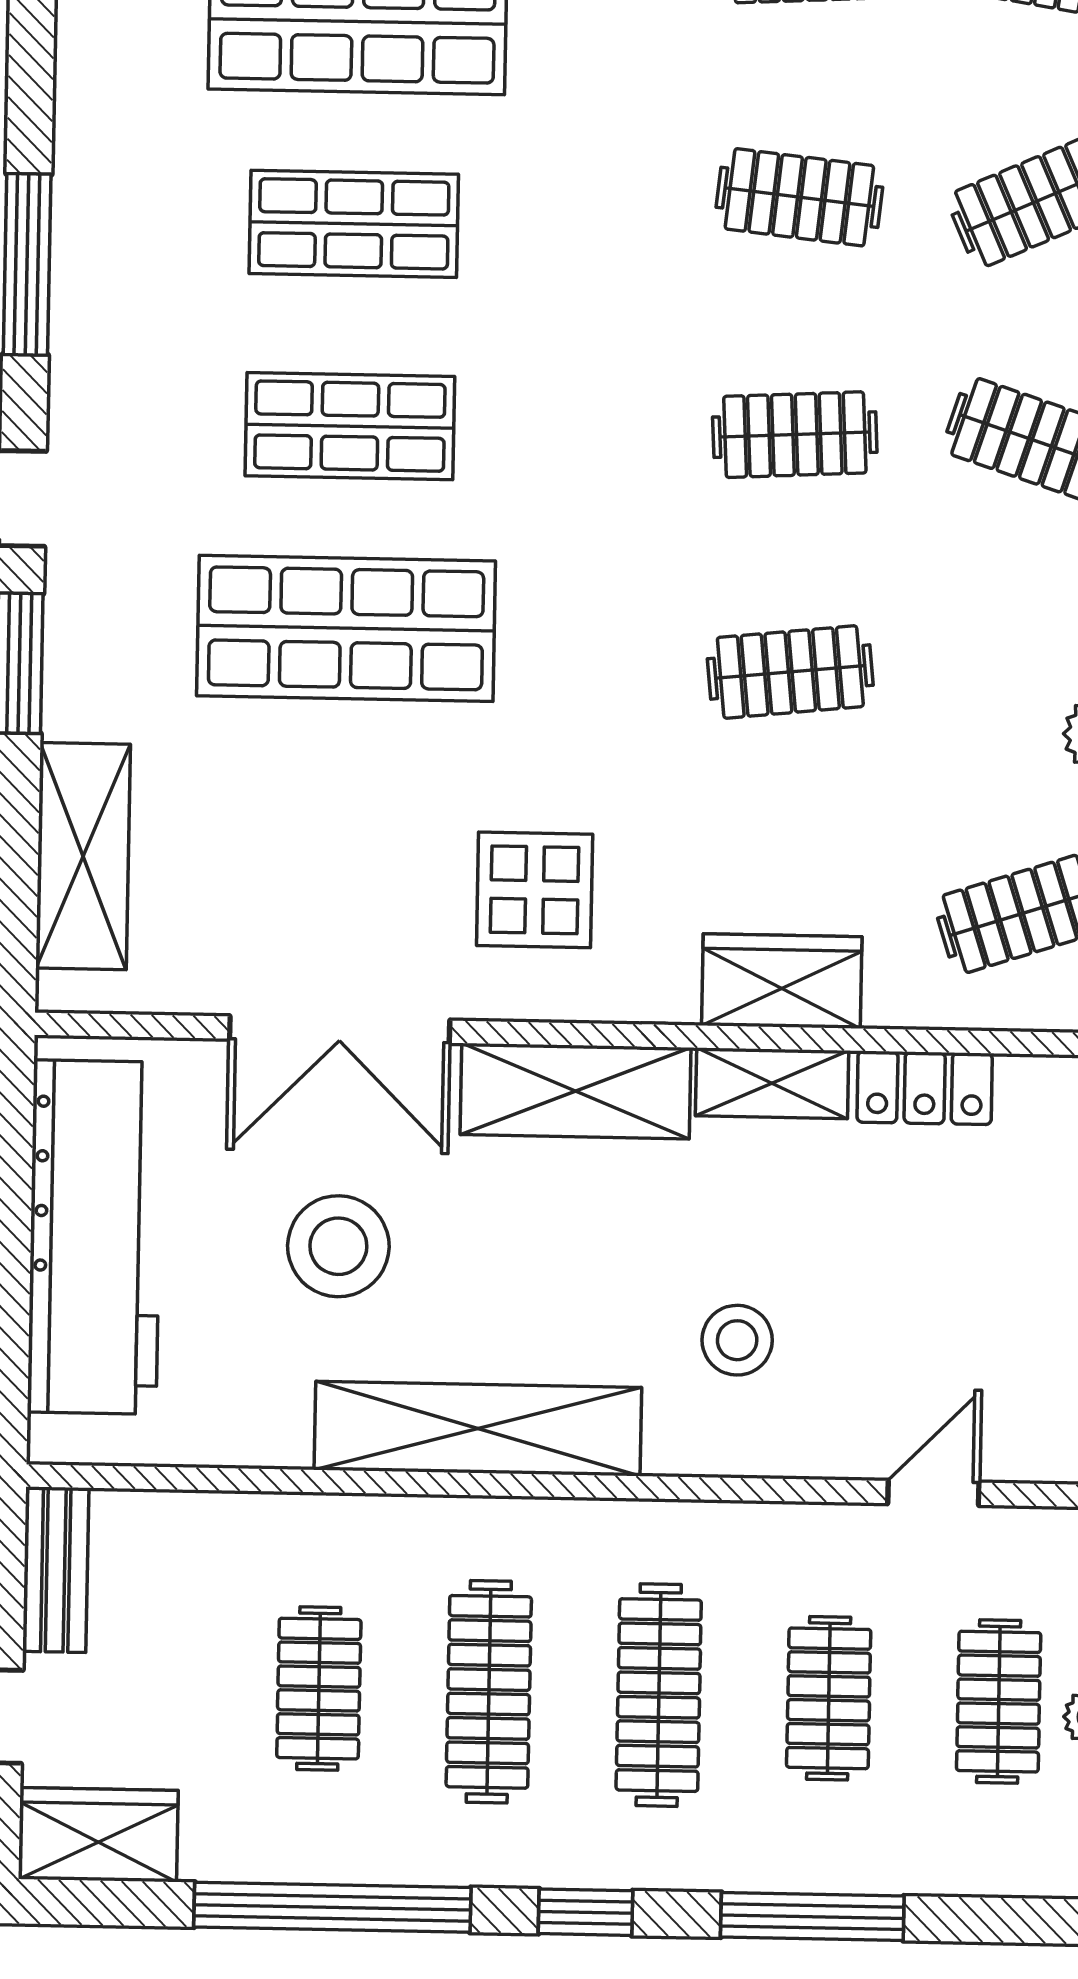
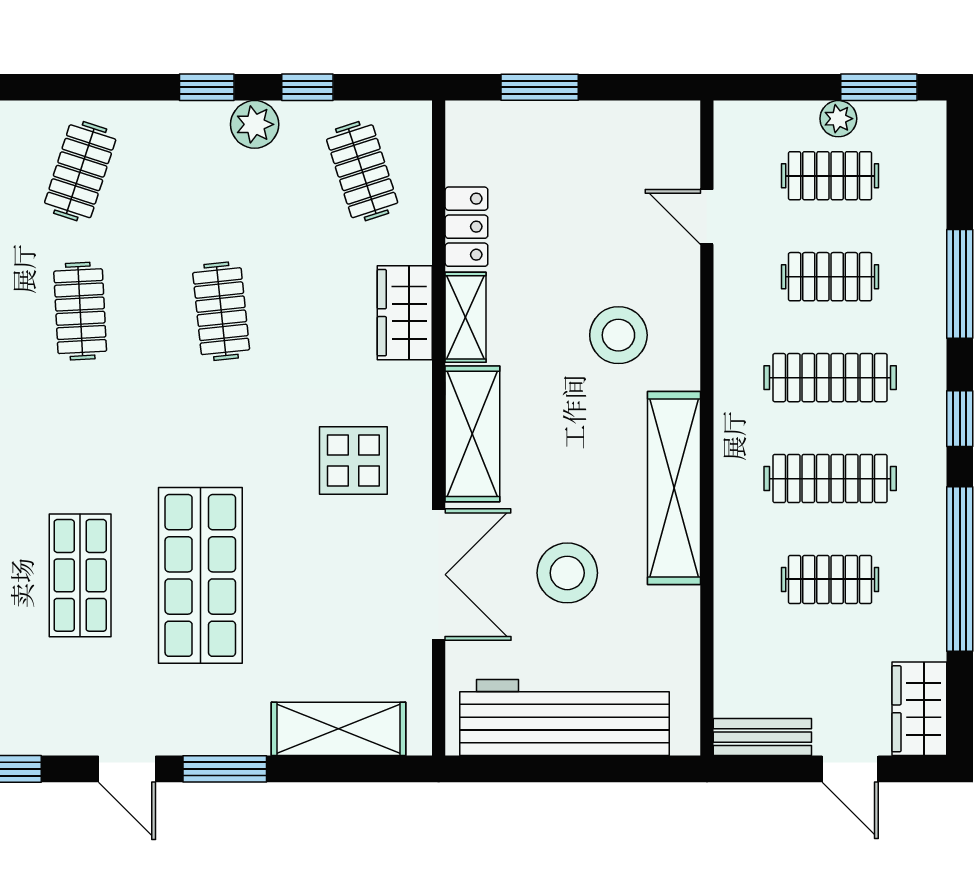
stool: (737, 1340) -> (618, 335), width x1.38, depth x1.38

